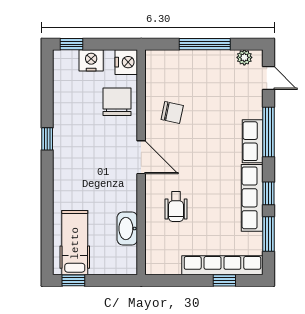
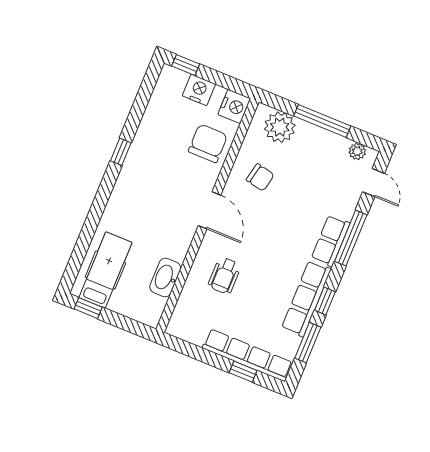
plant: (171, 64) -> (280, 127), added

